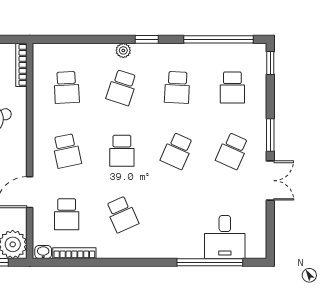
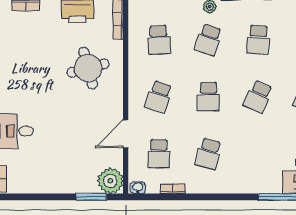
school desk: (67, 151) -> (159, 97), turned 30
school desk: (122, 214) -> (208, 154), turned 39
bookcase: (74, 253) -> (173, 189), width x0.64

